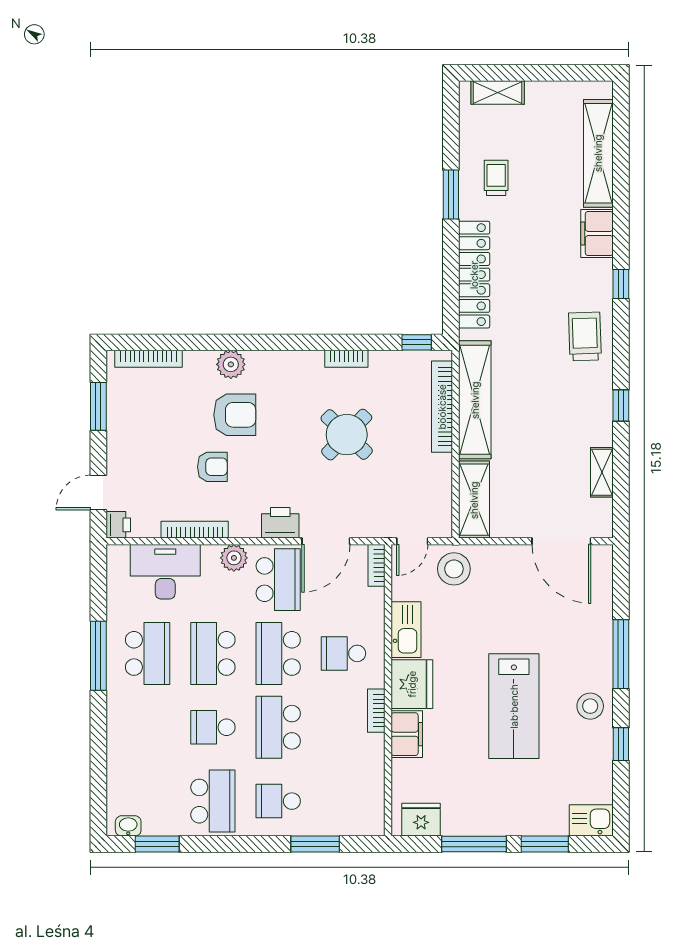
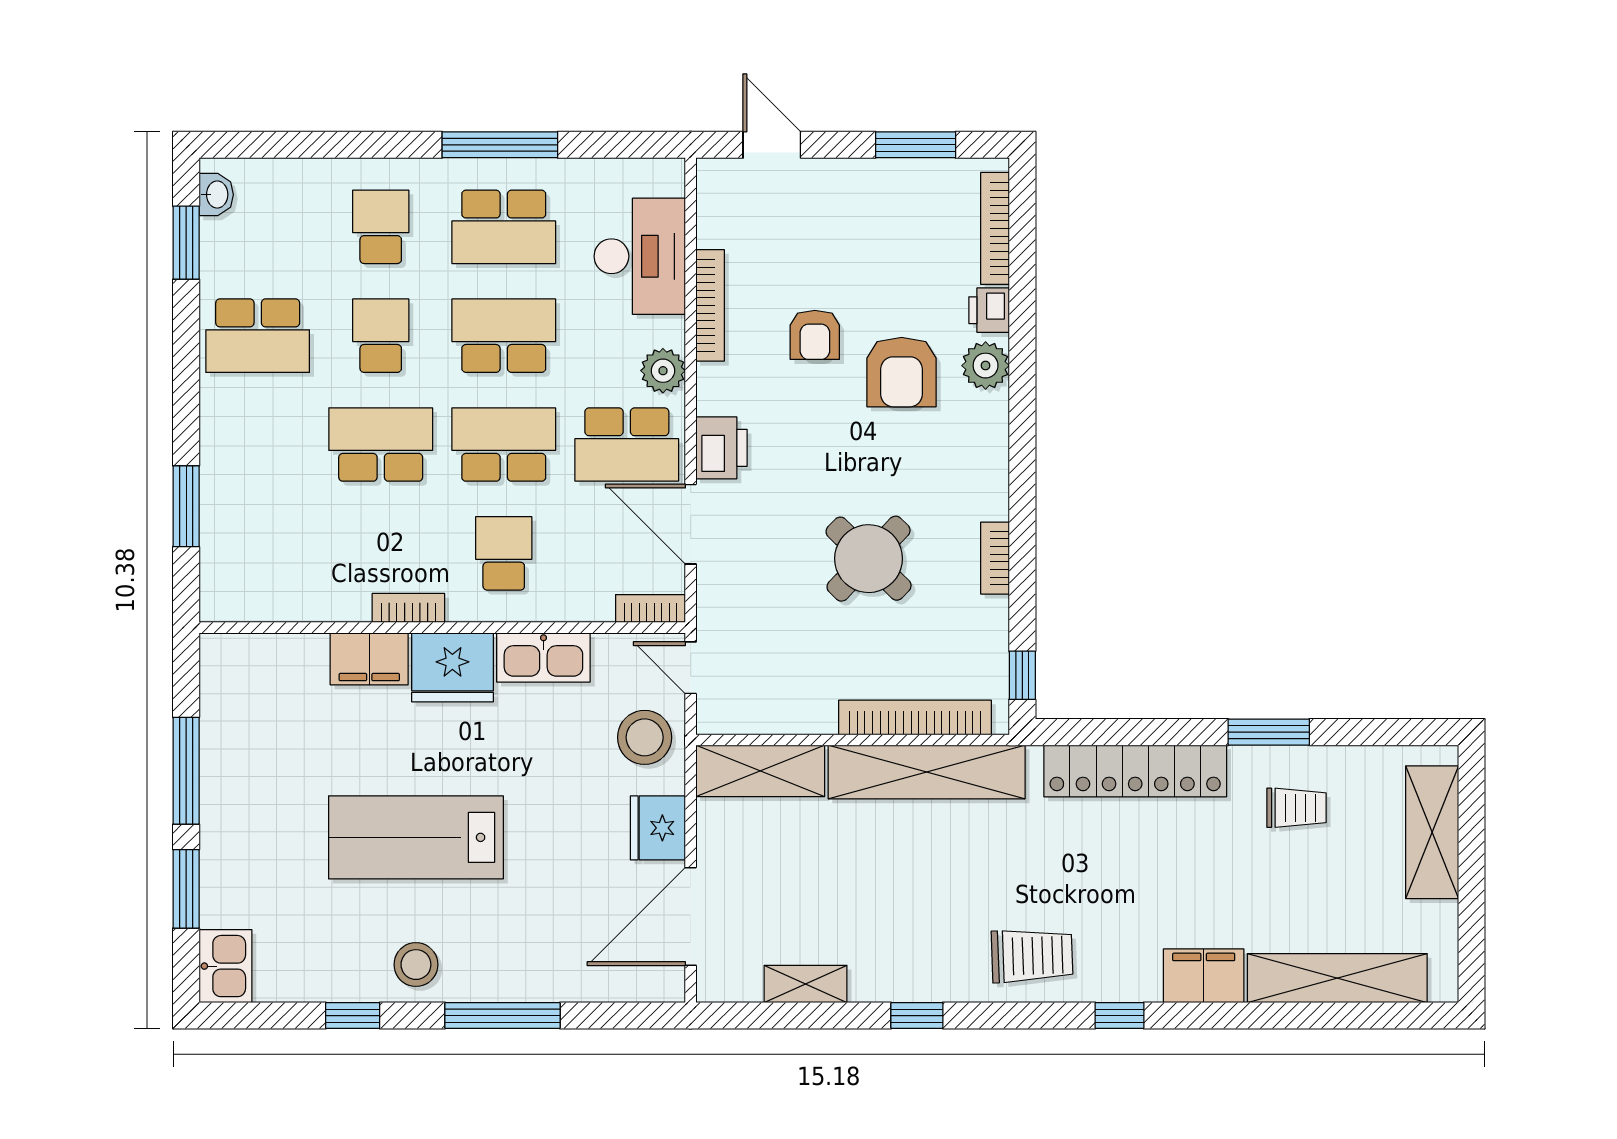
shelving: (498, 92) -> (1432, 832), width x1.50, depth x1.33
printer: (118, 525) -> (989, 310), moved, turned 90
school desk: (278, 801) -> (381, 227), moved
fridge: (421, 820) -> (658, 828), moved, turned 180

